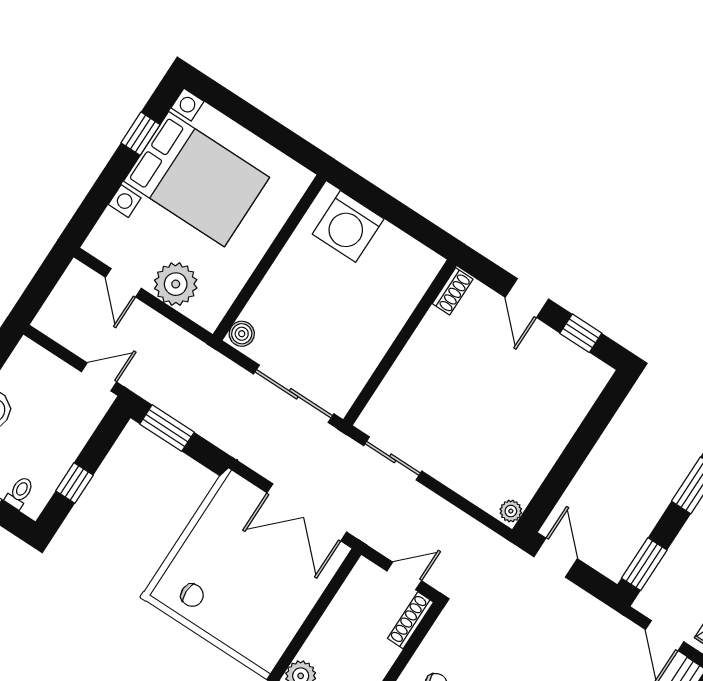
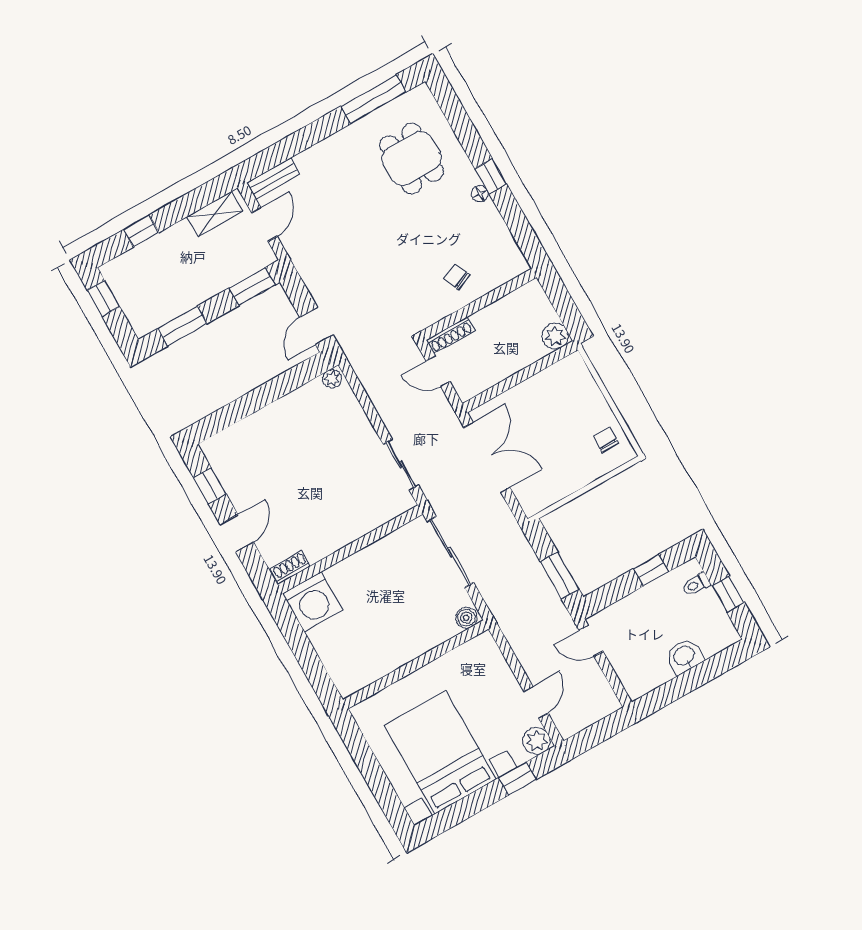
window: (140, 134) -> (517, 779), moved
washing machine: (348, 226) -> (313, 602), moved, turned 90
plant: (176, 284) -> (537, 741), moved, width x0.73, depth x0.73

